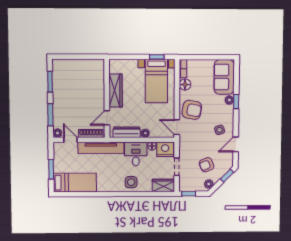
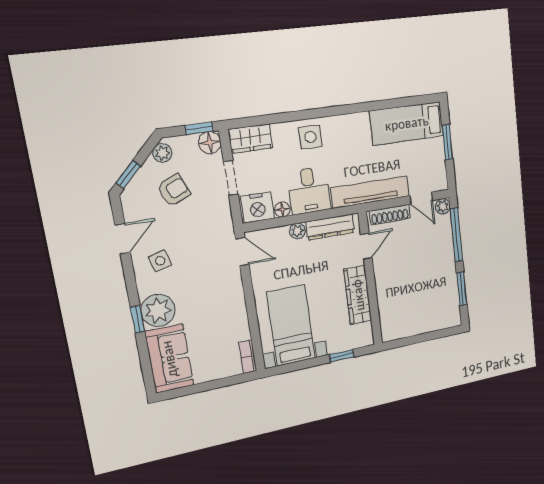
window: (157, 57) -> (342, 356), moved
floor lamp: (185, 85) -> (210, 143), moved
plant: (229, 100) -> (158, 310), width x1.88, depth x1.88
armchair: (192, 110) -> (220, 288), removed
window: (50, 115) -> (457, 235), width x1.44

